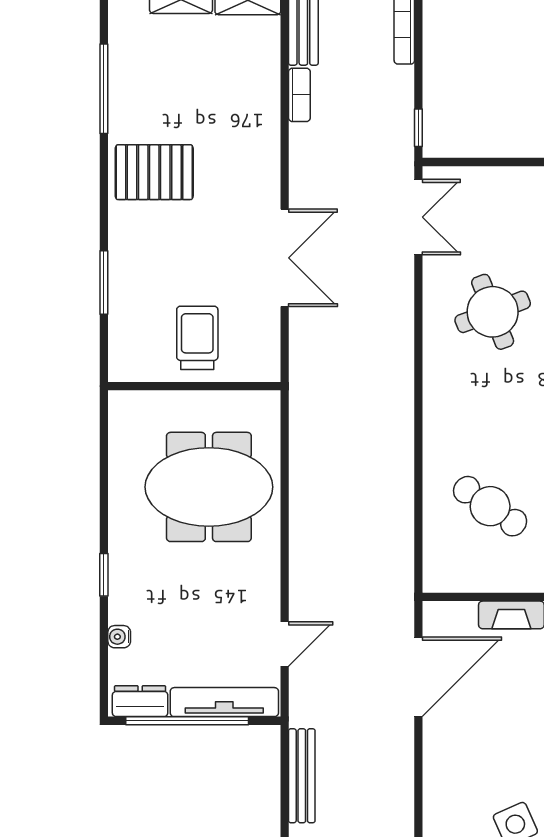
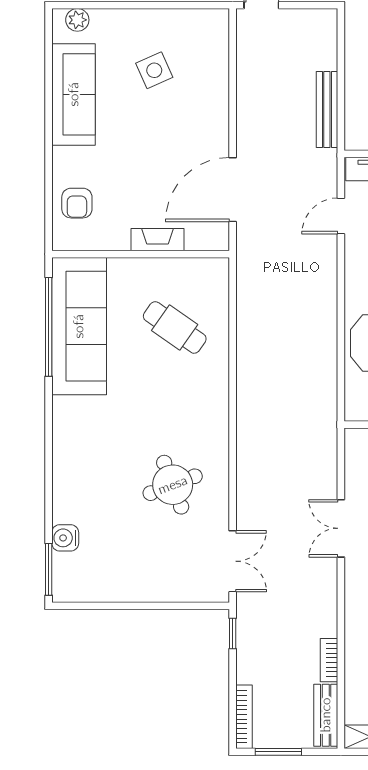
double door: (418, 217) -> (233, 561), swing flipped
double door: (285, 258) -> (341, 528), width x0.73

